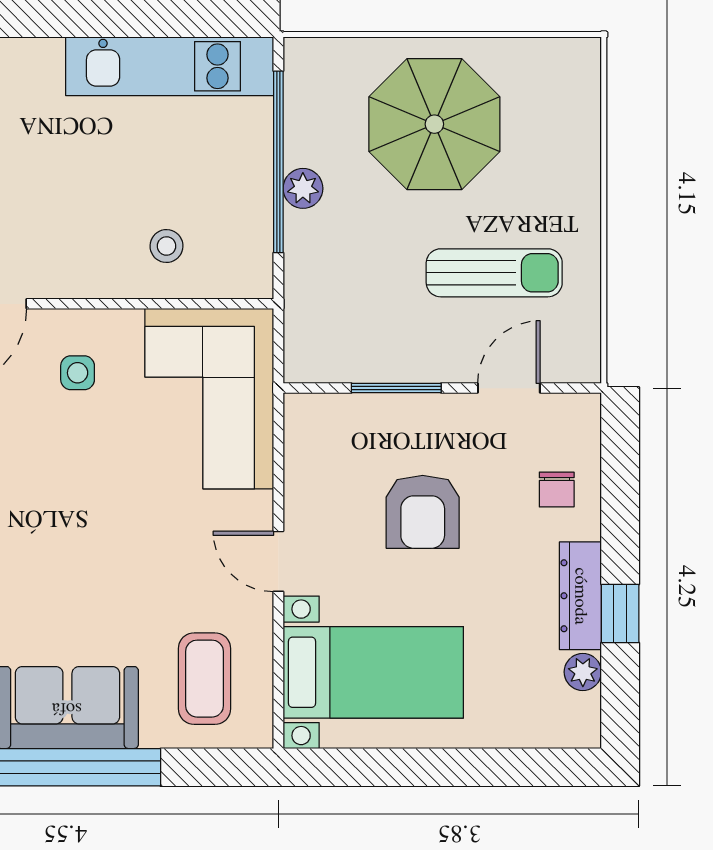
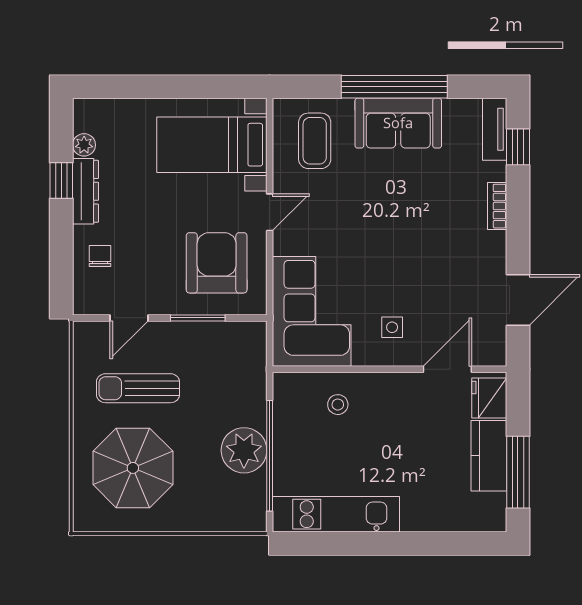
parasol: (434, 124) -> (133, 468), moved
plant: (303, 188) -> (244, 450), width x1.87, depth x1.87
armchair: (423, 512) -> (217, 263), moved, width x1.36, depth x1.36
door: (278, 561) -> (270, 212), hinge flipped

